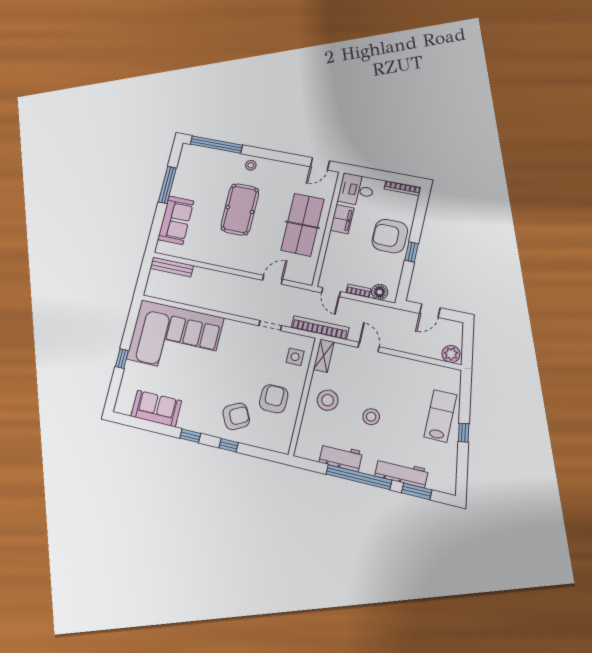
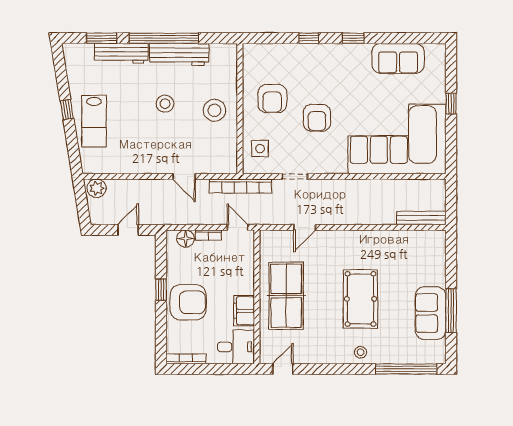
sofa: (176, 220) -> (431, 313), moved
shelving: (324, 356) -> (230, 157), removed
armchair: (236, 416) -> (317, 118), moved, turned -63
workbench: (341, 457) -> (179, 54), width x1.38

